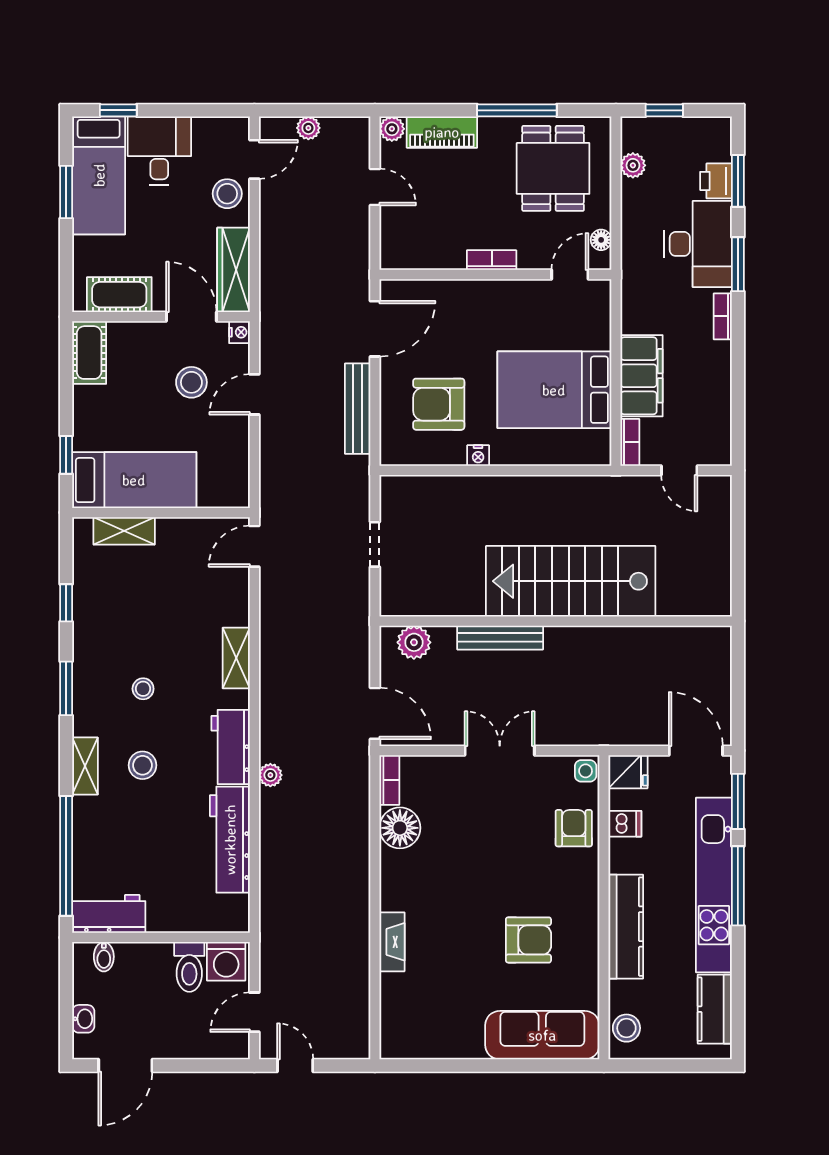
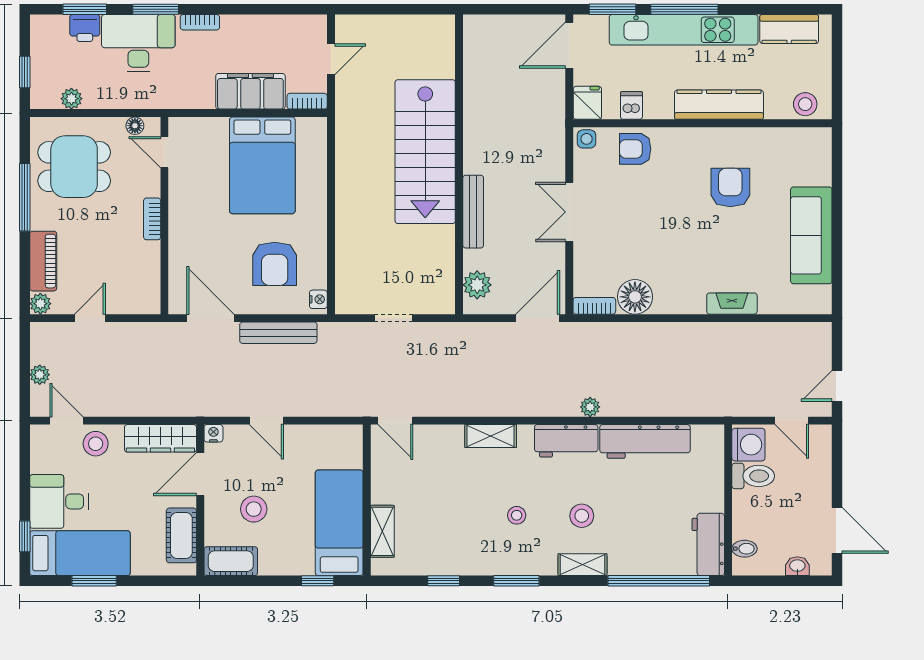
stool: (191, 382) -> (254, 509), moved
nightstand: (478, 456) -> (318, 299), moved
sofa: (542, 1035) -> (811, 235), moved

